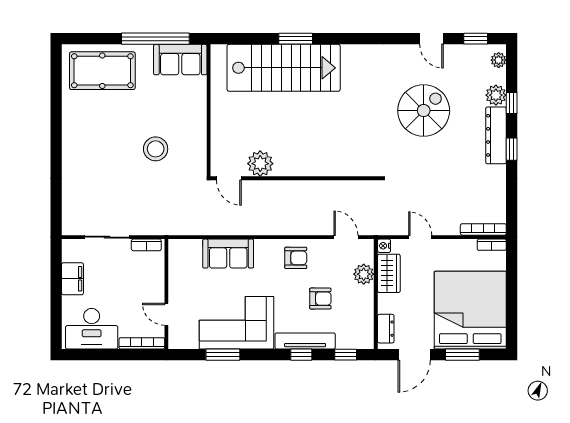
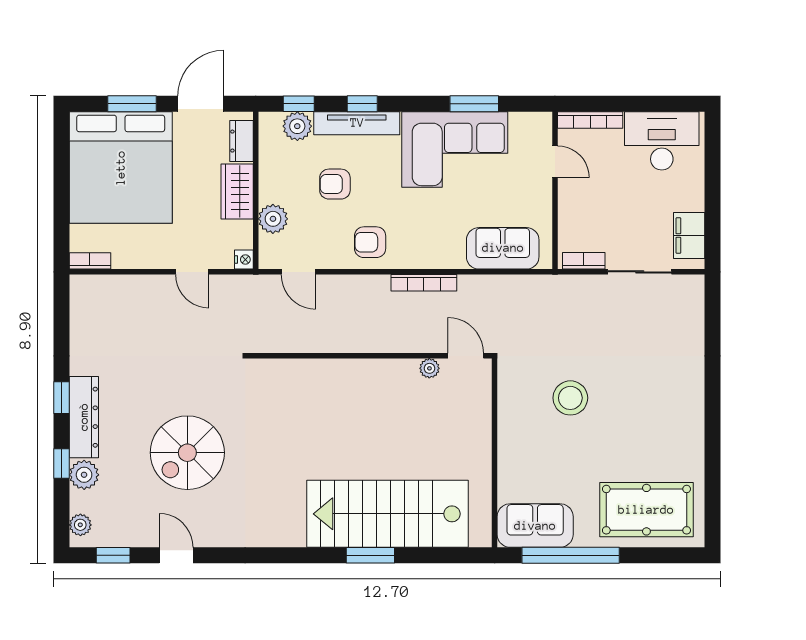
plant: (260, 164) -> (429, 368), width x0.53, depth x0.53
bookcase: (483, 229) -> (424, 283), moved
sofa: (228, 254) -> (503, 248), moved
wardrobe: (389, 273) -> (237, 191), moved
filing cabinet: (72, 279) -> (689, 236), moved
plant: (347, 339) -> (297, 126), added

